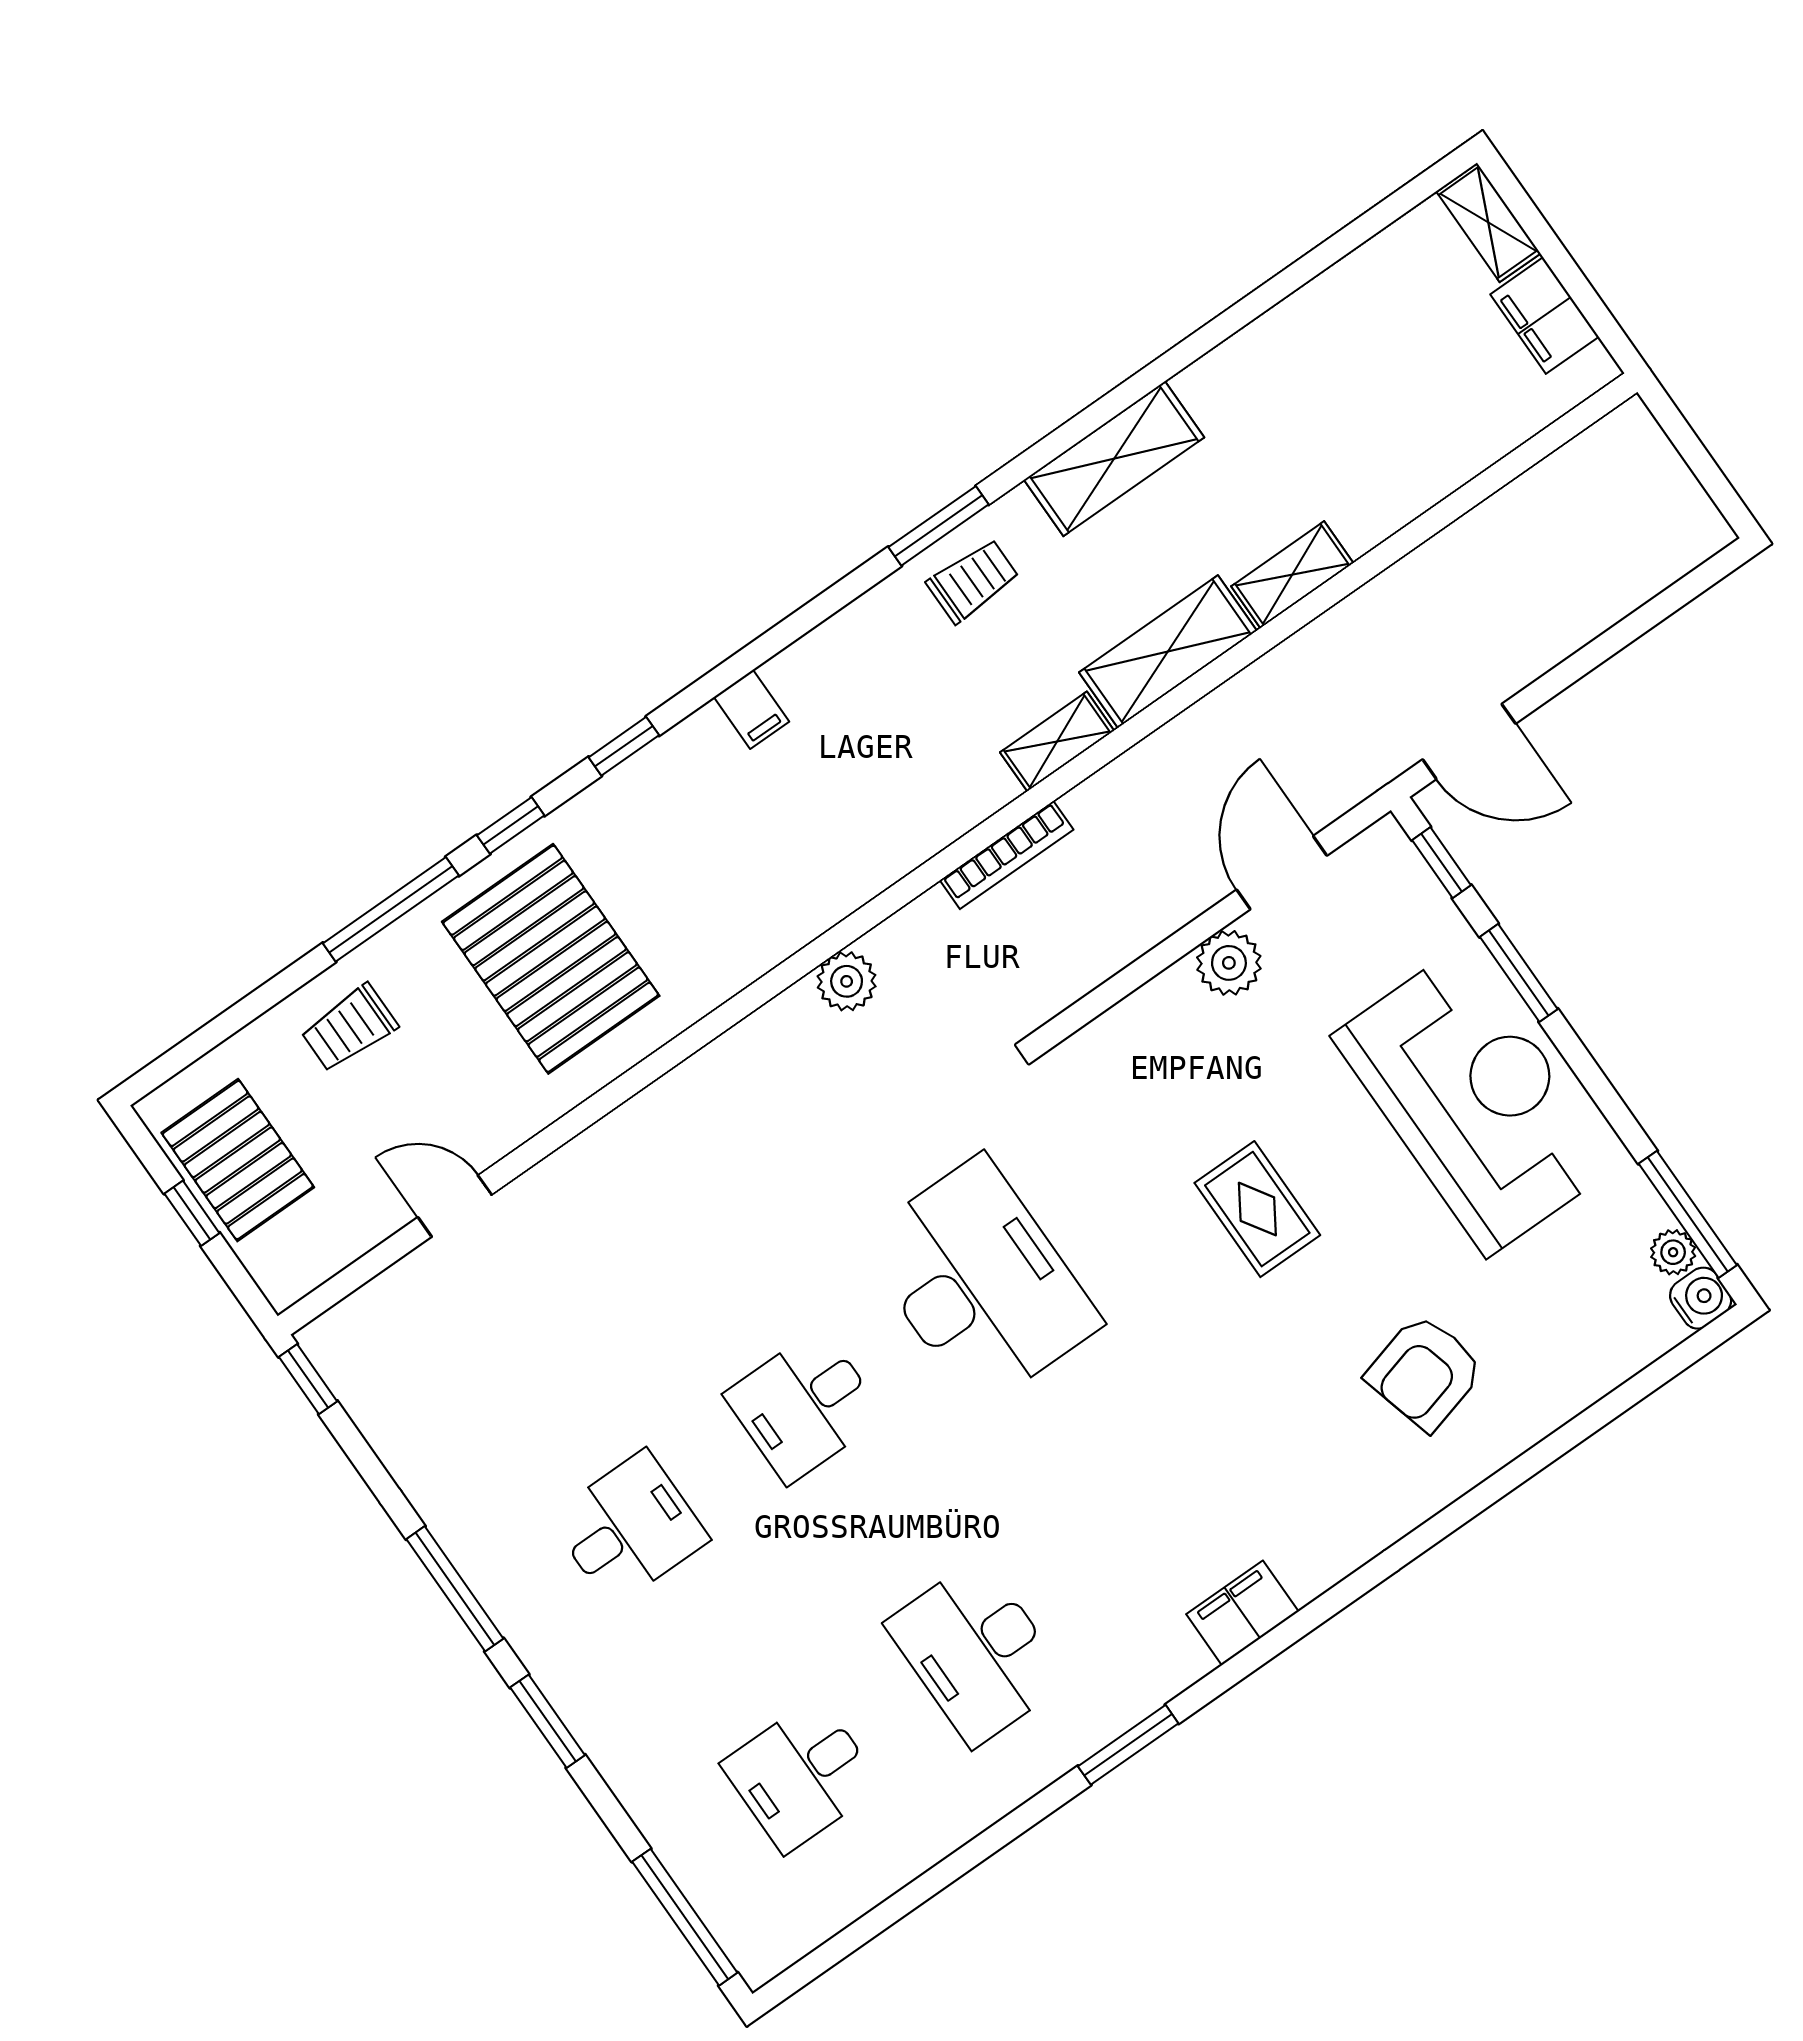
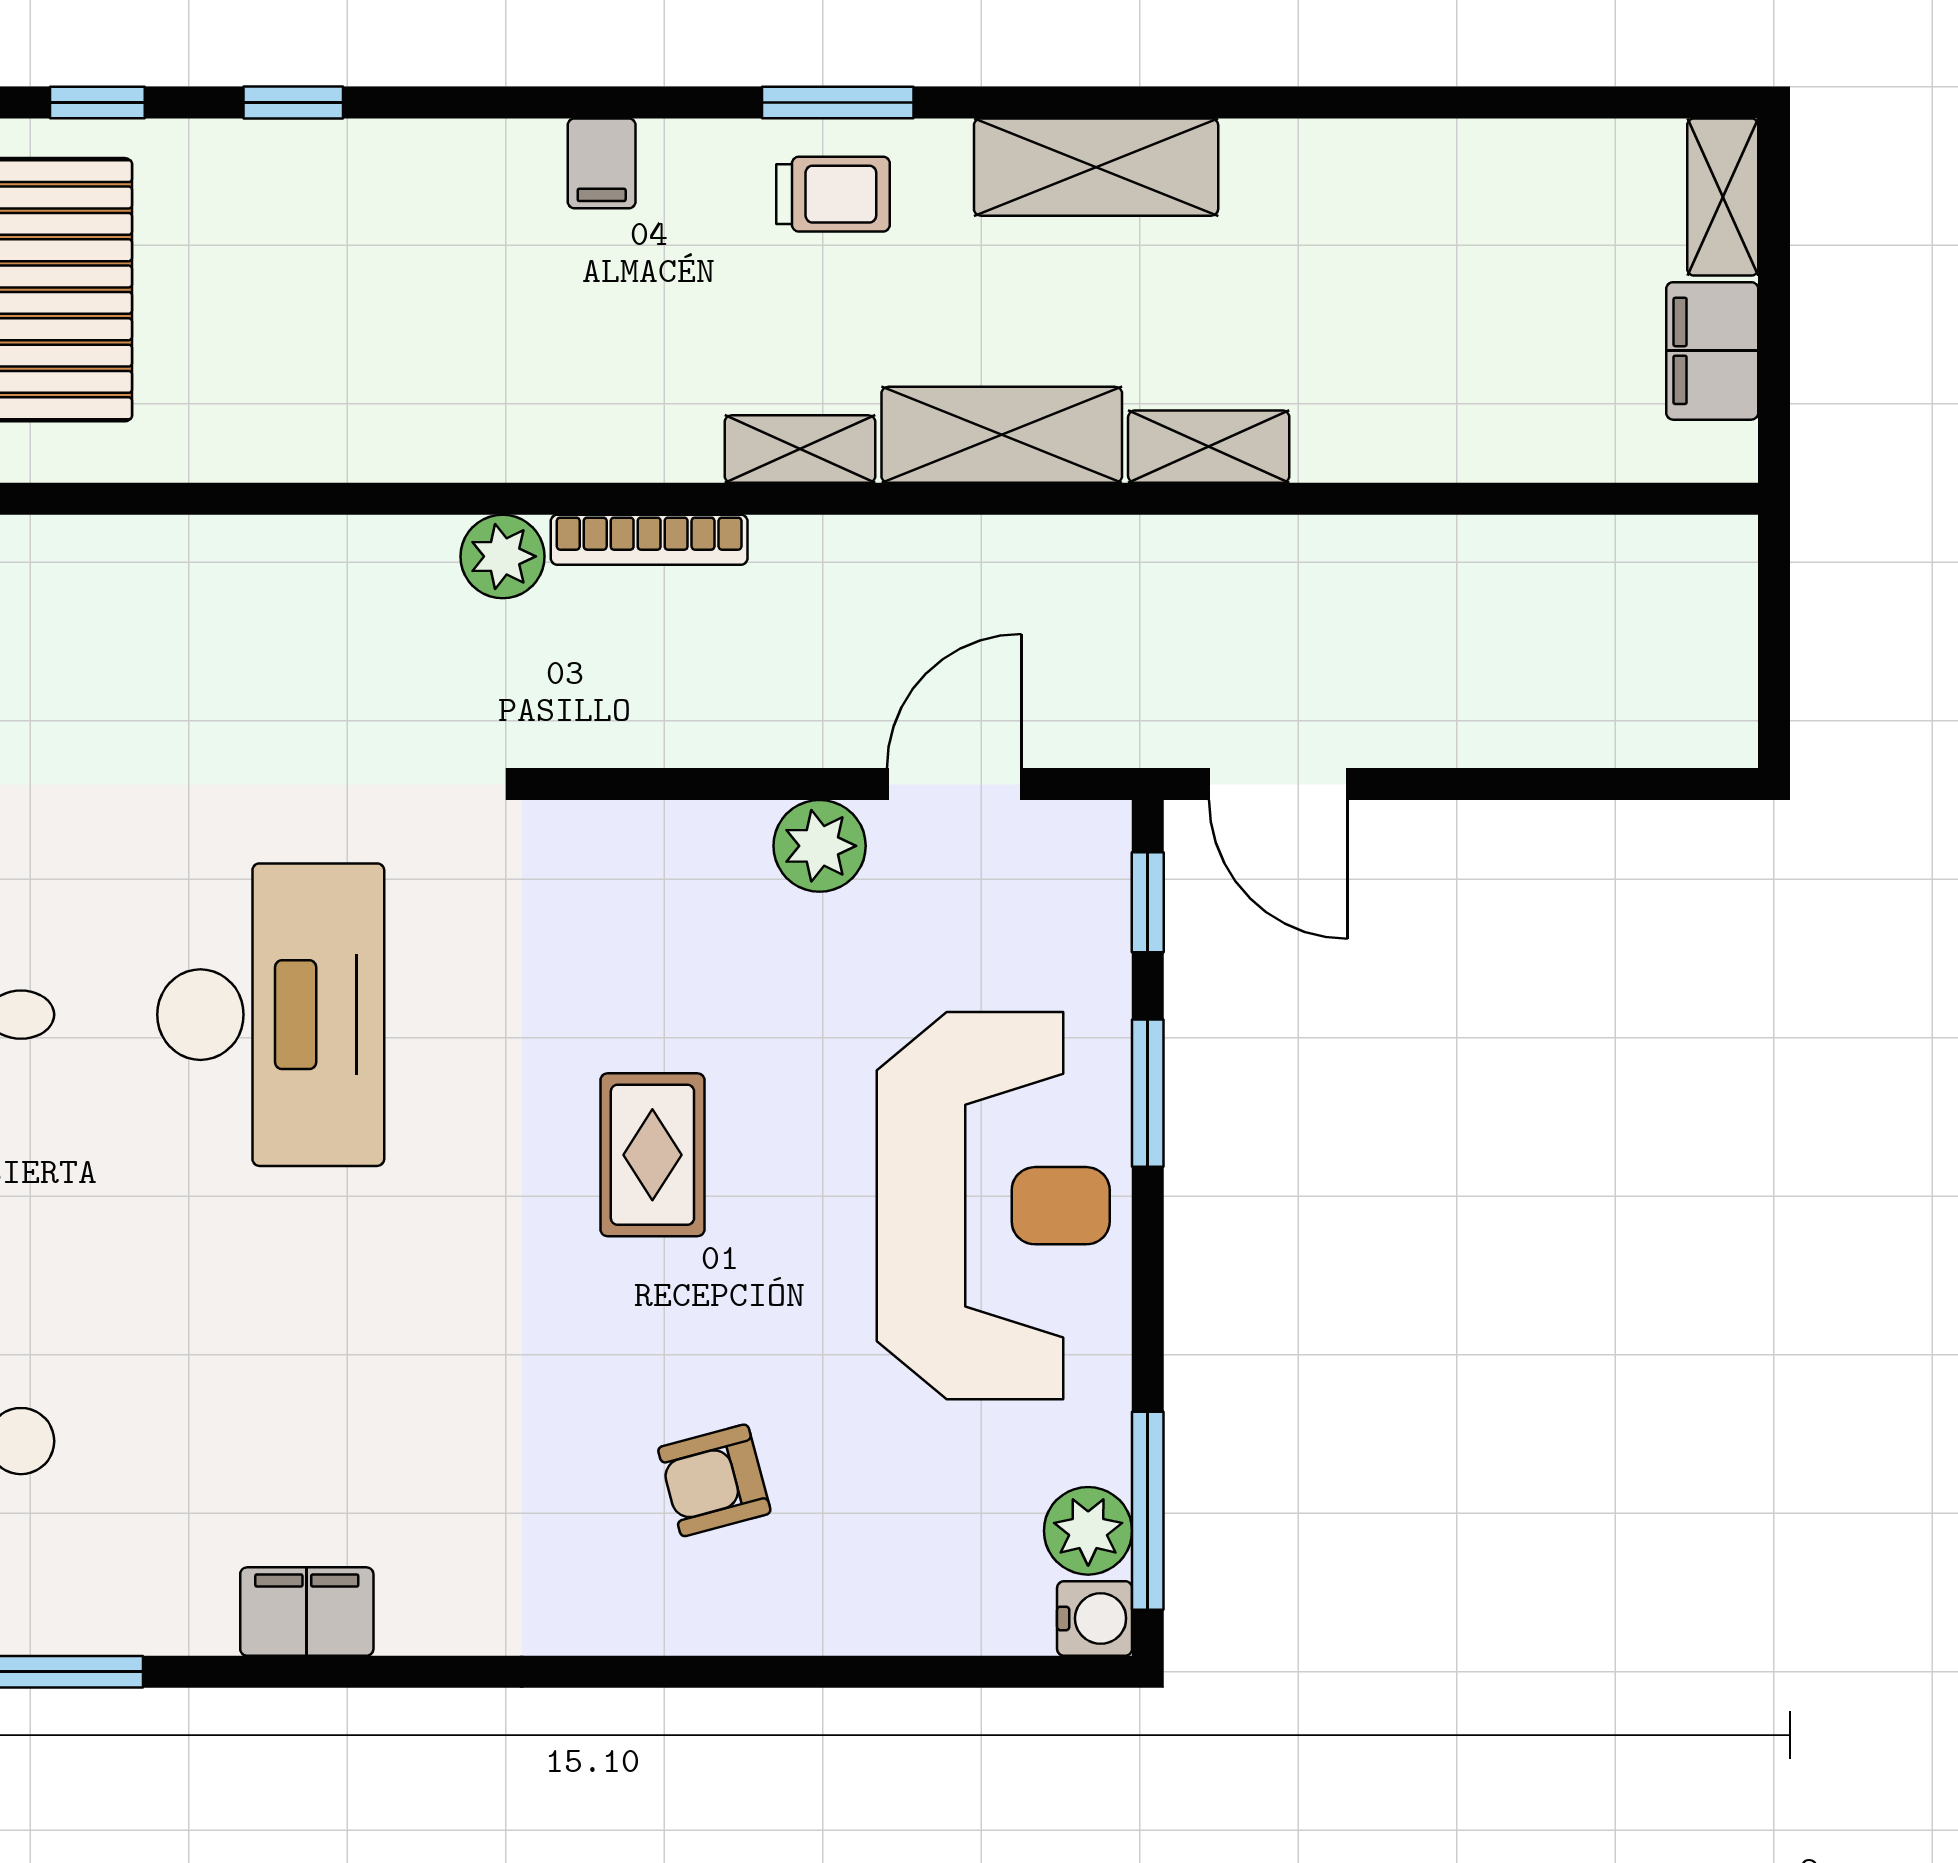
filing cabinet: (751, 709) -> (602, 163), moved
plant: (847, 981) -> (503, 556), moved
plant: (1673, 1252) -> (1088, 1531), width x1.38, depth x1.38
armchair: (1425, 1372) -> (714, 1480), width x0.72, depth x0.72

